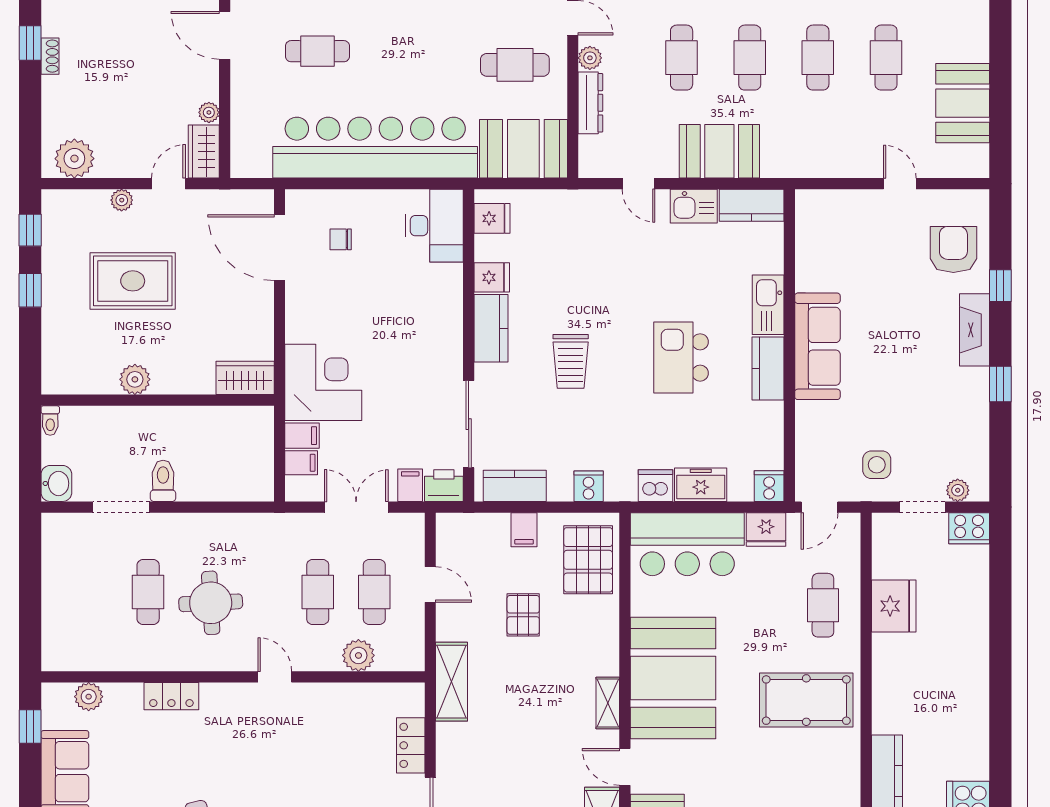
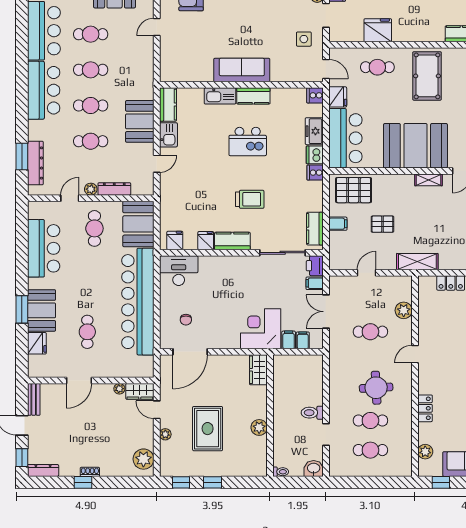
cooker: (589, 486) -> (315, 173), moved
doorway: (121, 507) -> (326, 435), width x0.73
cafe table: (374, 592) -> (370, 450), moved

